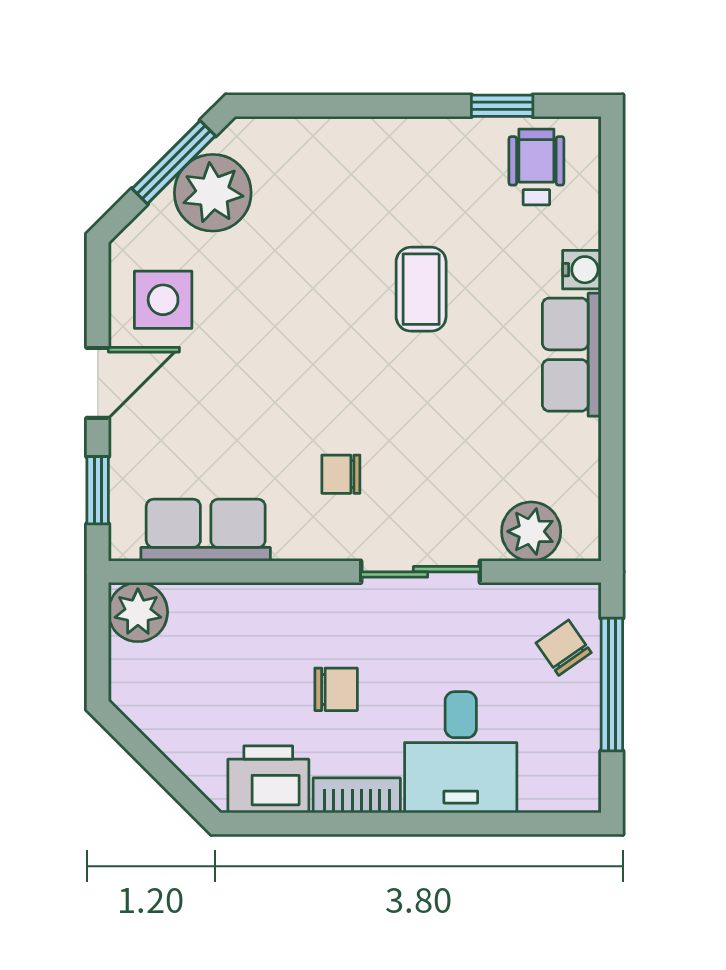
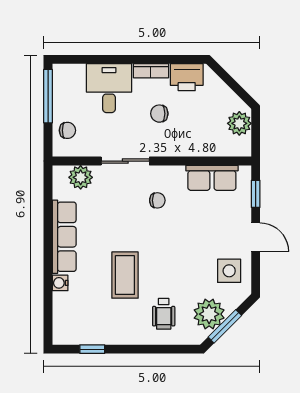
wheelchair: (536, 167) -> (164, 314), moved
coffee table: (421, 289) -> (125, 275), width x1.36, depth x1.30
row of seats: (572, 355) -> (64, 237), width x1.48
door: (98, 383) -> (256, 237), swing flipped
plant: (138, 612) -> (239, 123), moved
chair: (564, 648) -> (67, 130), turned -55
window: (612, 684) -> (48, 96), moved

